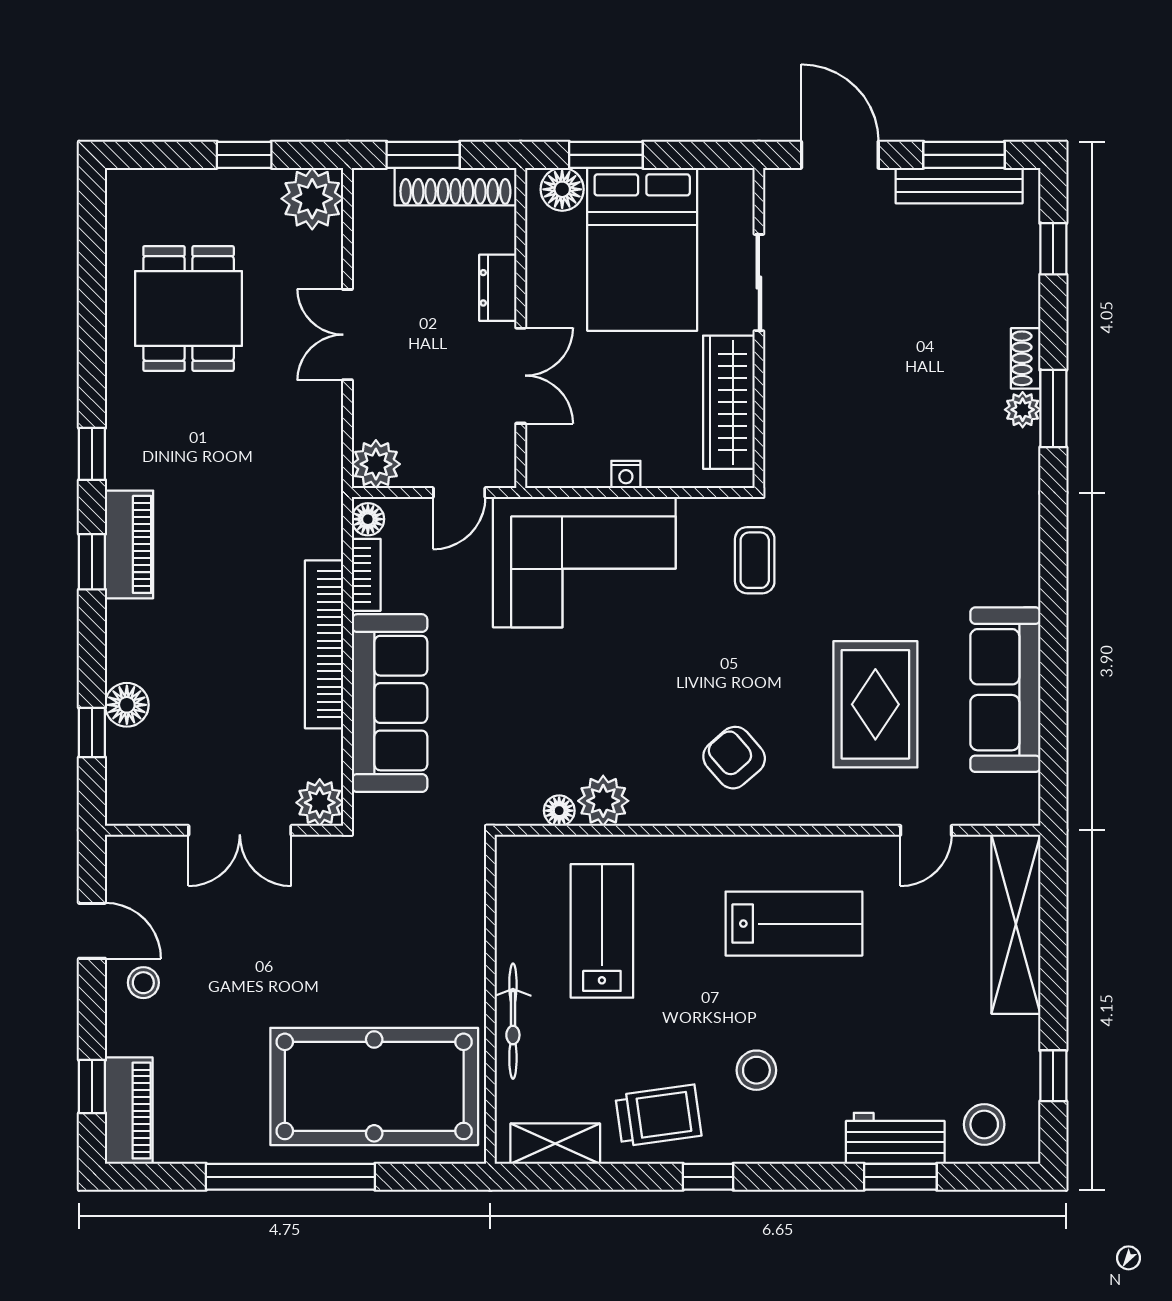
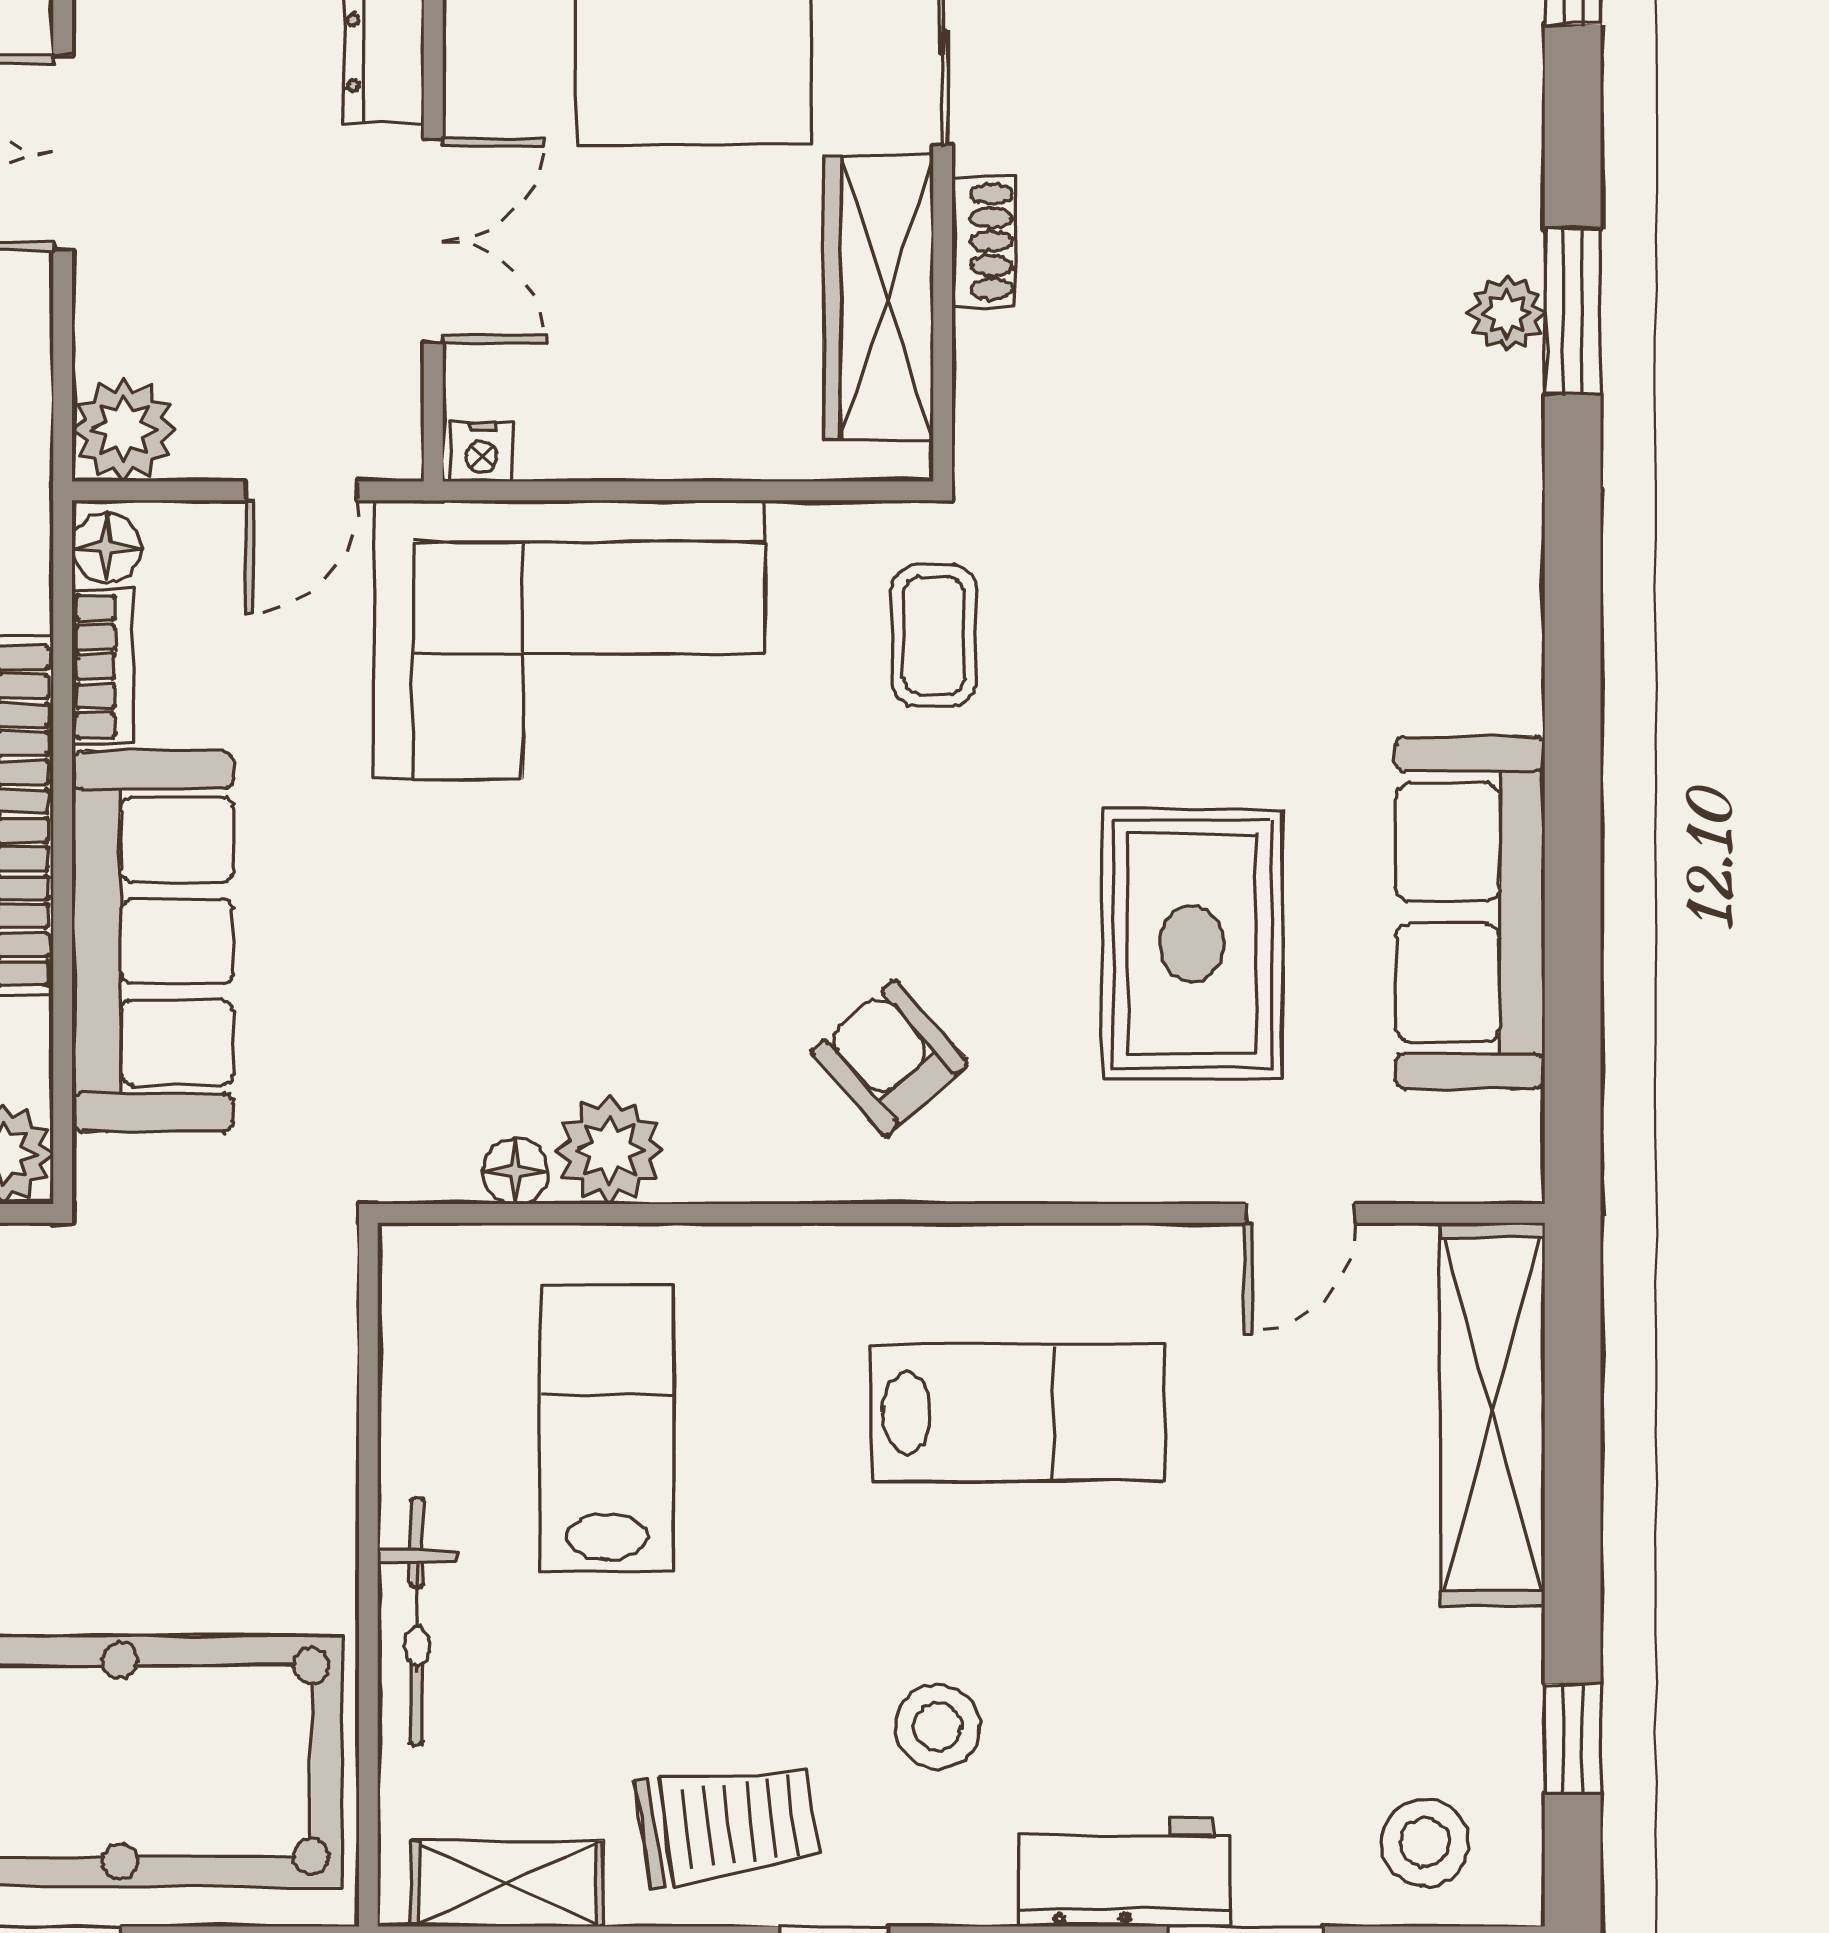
shoe rack: (1026, 358) -> (983, 241), moved, turned 180
nightstand: (626, 475) -> (482, 452), moved
workbench: (895, 1138) -> (1124, 1872), moved

